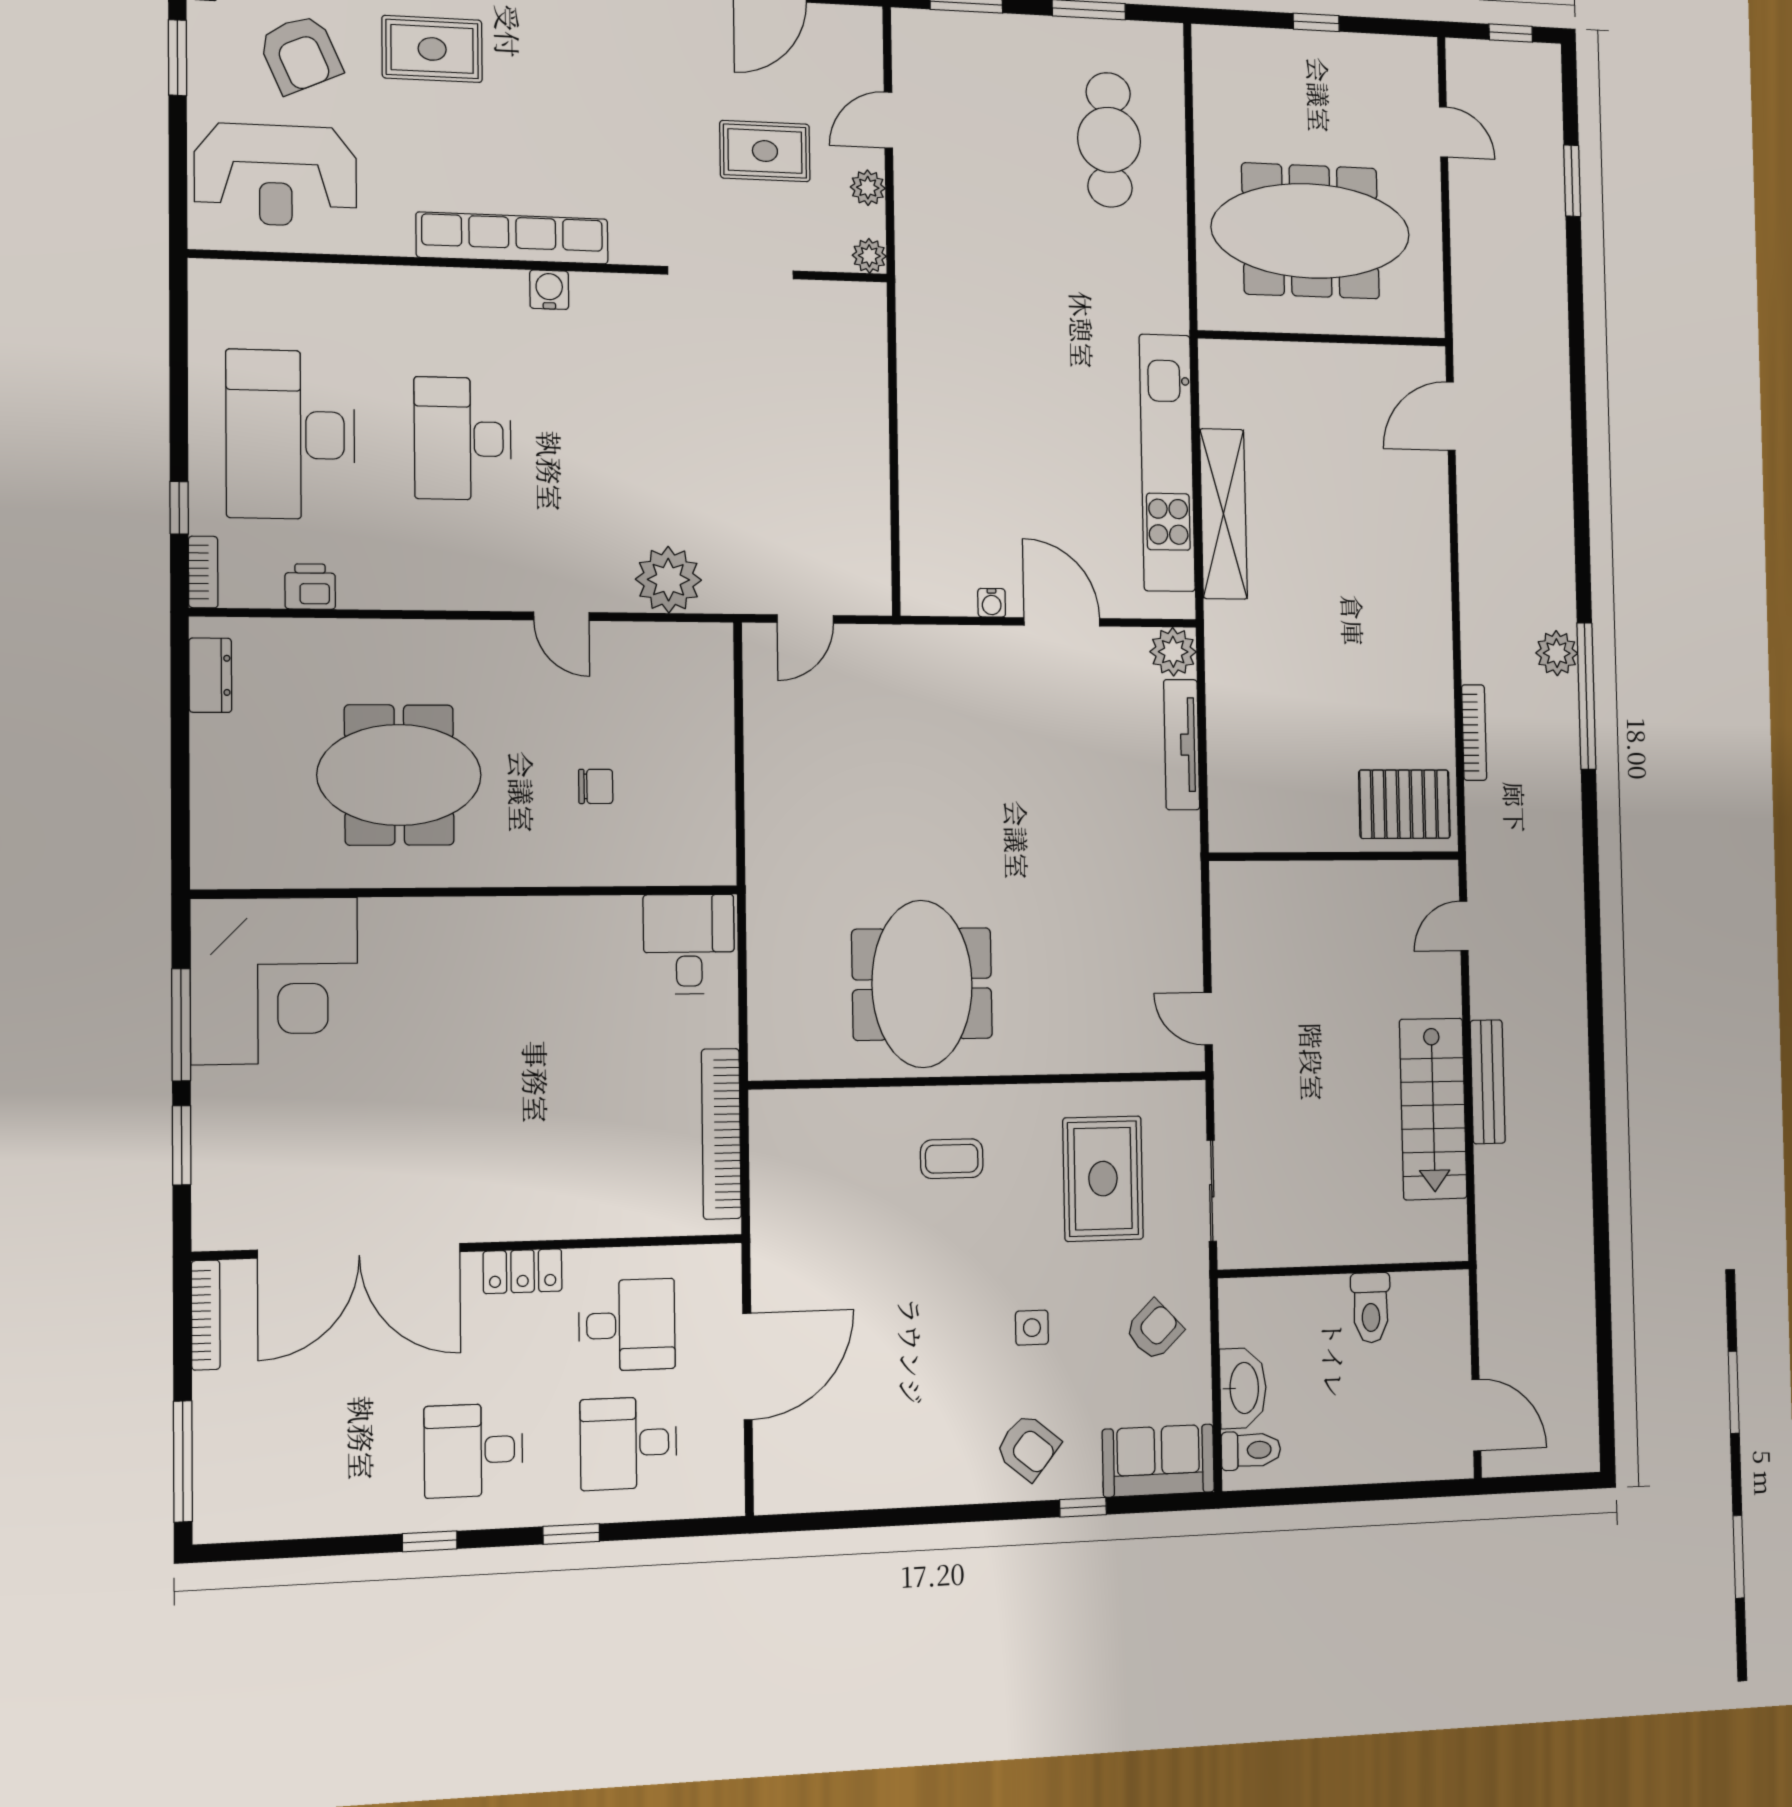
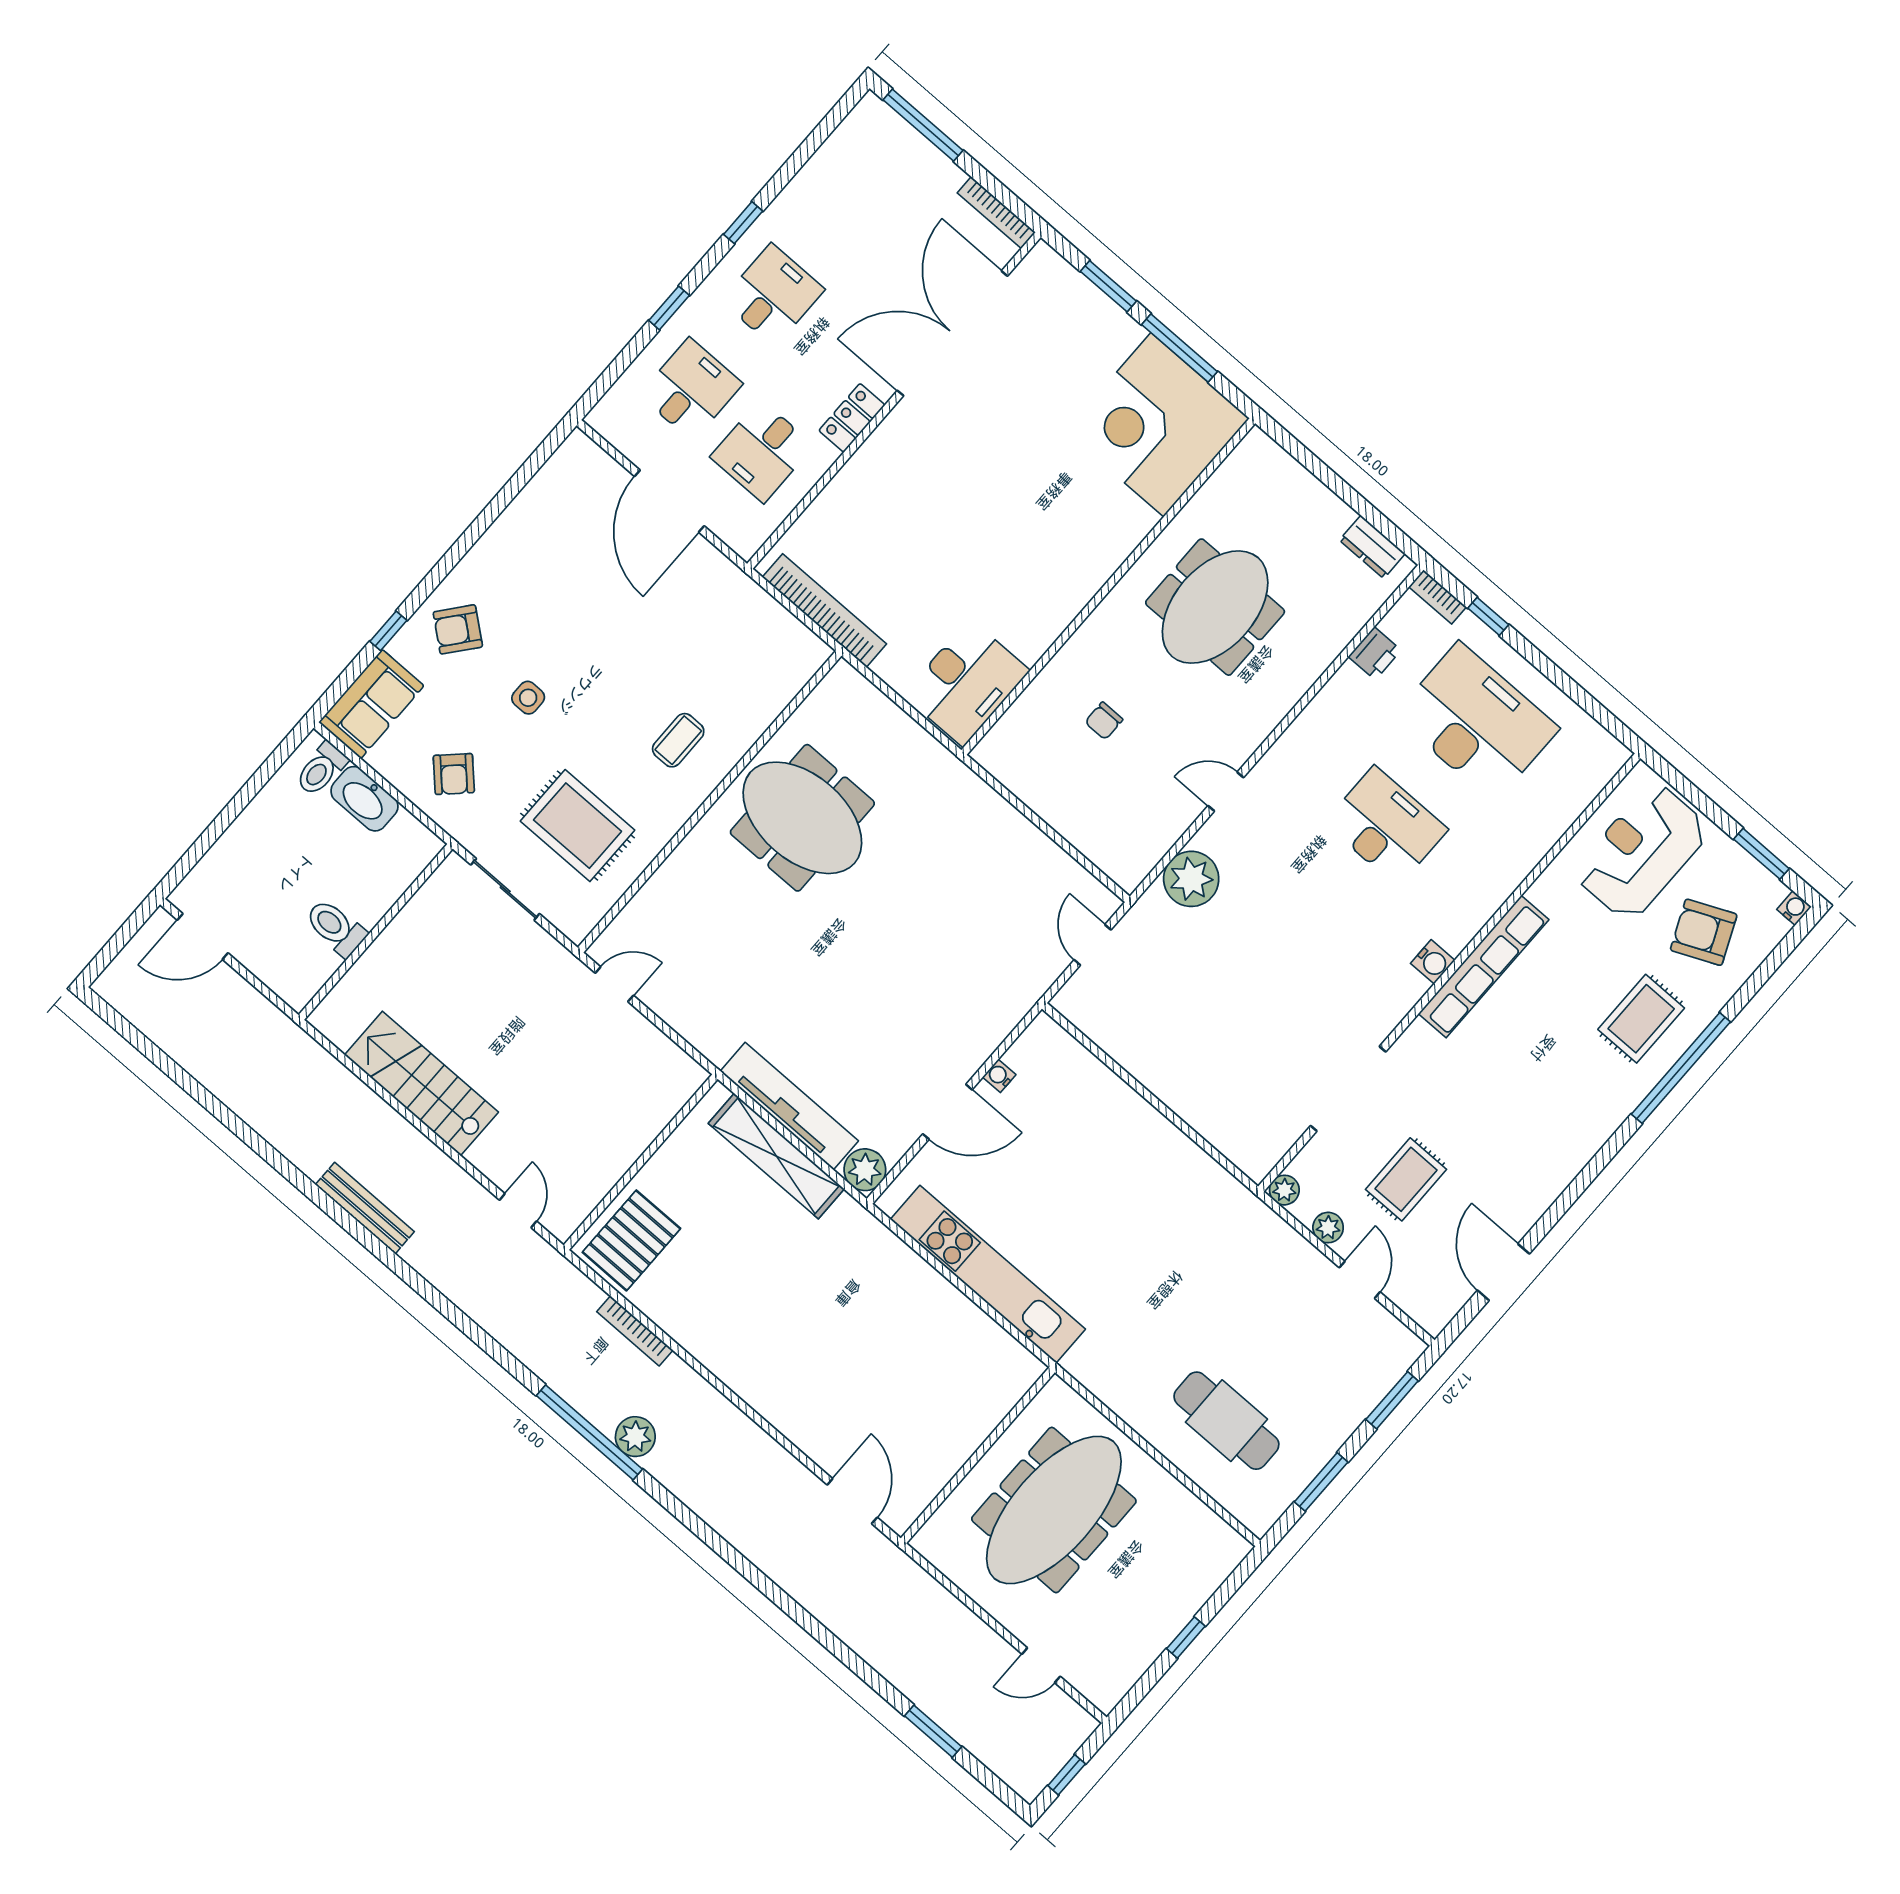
shelving: (1223, 514) -> (776, 1156), moved
tv unit: (1182, 745) -> (789, 1106), width x1.36, depth x1.29
desk: (689, 944) -> (966, 683), width x1.37
bench: (1488, 1082) -> (365, 1208), moved

